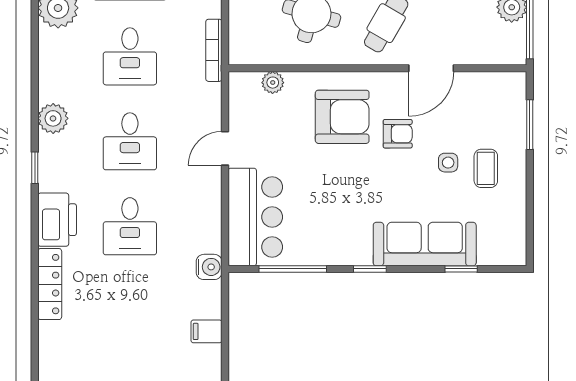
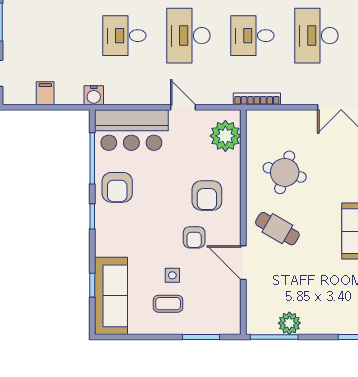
plant: (273, 83) -> (225, 136), width x1.88, depth x1.88
armchair: (342, 117) -> (207, 196), width x0.73, depth x0.73
desk: (130, 141) -> (188, 36), width x1.37
armchair: (331, 236) -> (117, 187), added
sofa: (425, 244) -> (111, 296), moved

